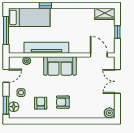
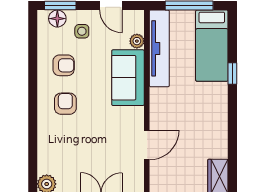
tv unit: (46, 48) -> (159, 48), moved
door: (99, 55) -> (147, 145), moved
sofa: (60, 66) -> (128, 78), moved

